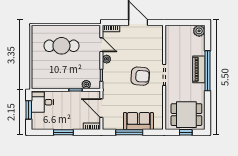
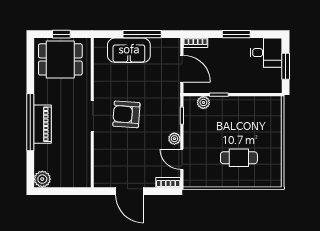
cafe table: (61, 46) -> (239, 158), width x0.73, depth x0.74
desk: (42, 102) -> (266, 53), moved

